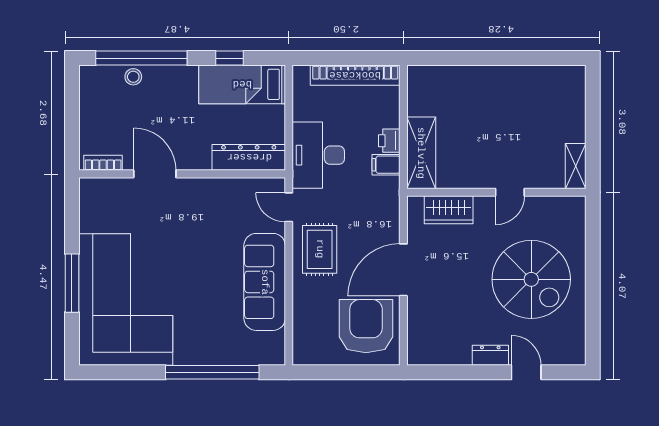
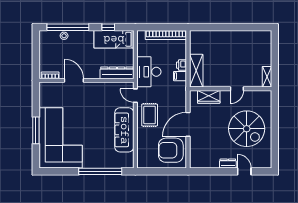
armchair: (366, 326) -> (171, 150), turned -90

